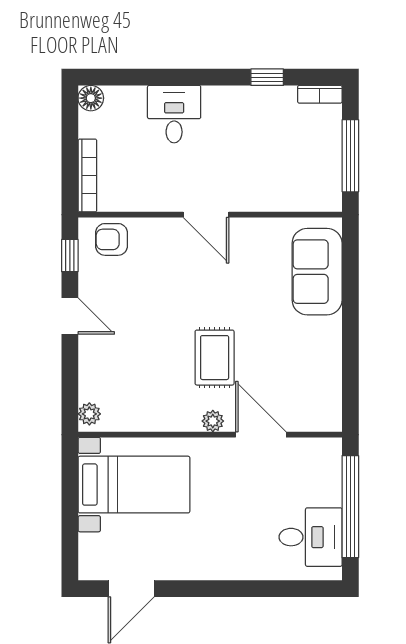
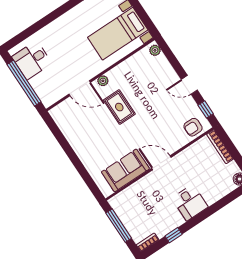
desk: (174, 114) -> (190, 203), moved
armchair: (111, 239) -> (193, 127), turned 180
sofa: (317, 272) -> (125, 170), moved, turned -90

